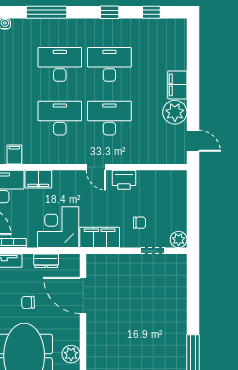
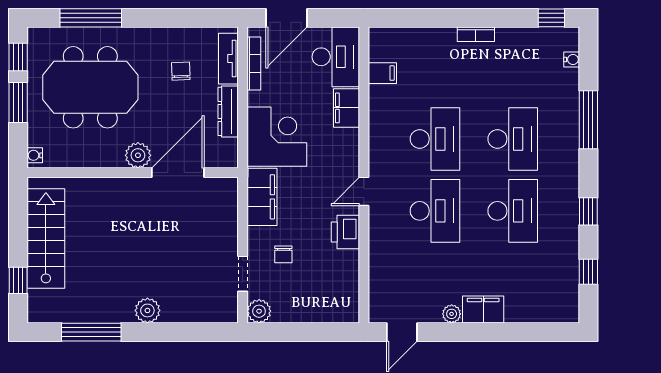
plant: (175, 112) -> (452, 314), width x0.53, depth x0.53
dresser: (46, 261) -> (228, 111), width x1.44
chair: (28, 302) -> (181, 71), moved
plant: (178, 316) -> (147, 310), added
plant: (71, 354) -> (138, 155), moved

